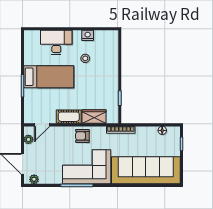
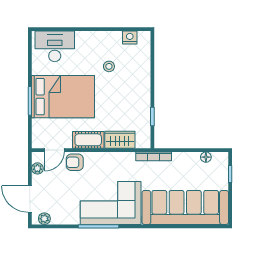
nightstand: (88, 35) -> (130, 37), moved
desk: (56, 42) -> (55, 46), moved
bed: (49, 77) -> (63, 97), width x1.50
armchair: (82, 136) -> (75, 162), moved

